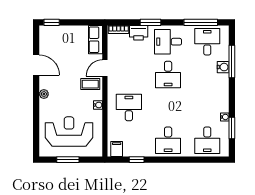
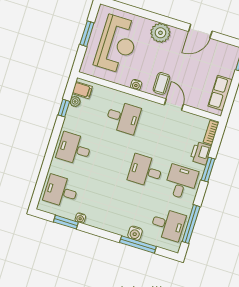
row of seats: (96, 40) -> (220, 93), moved, turned -90
plant: (44, 94) -> (160, 33), width x1.88, depth x1.88
plant: (128, 152) -> (75, 101), added

